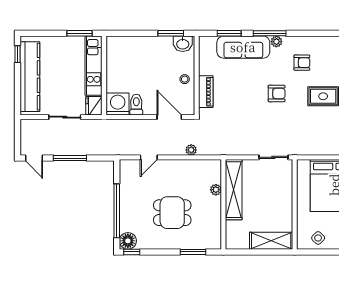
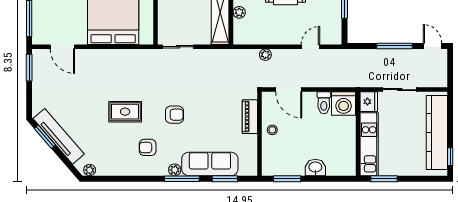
washbasin: (183, 44) -> (315, 167), moved
armchair: (277, 93) -> (174, 115), turned 180

